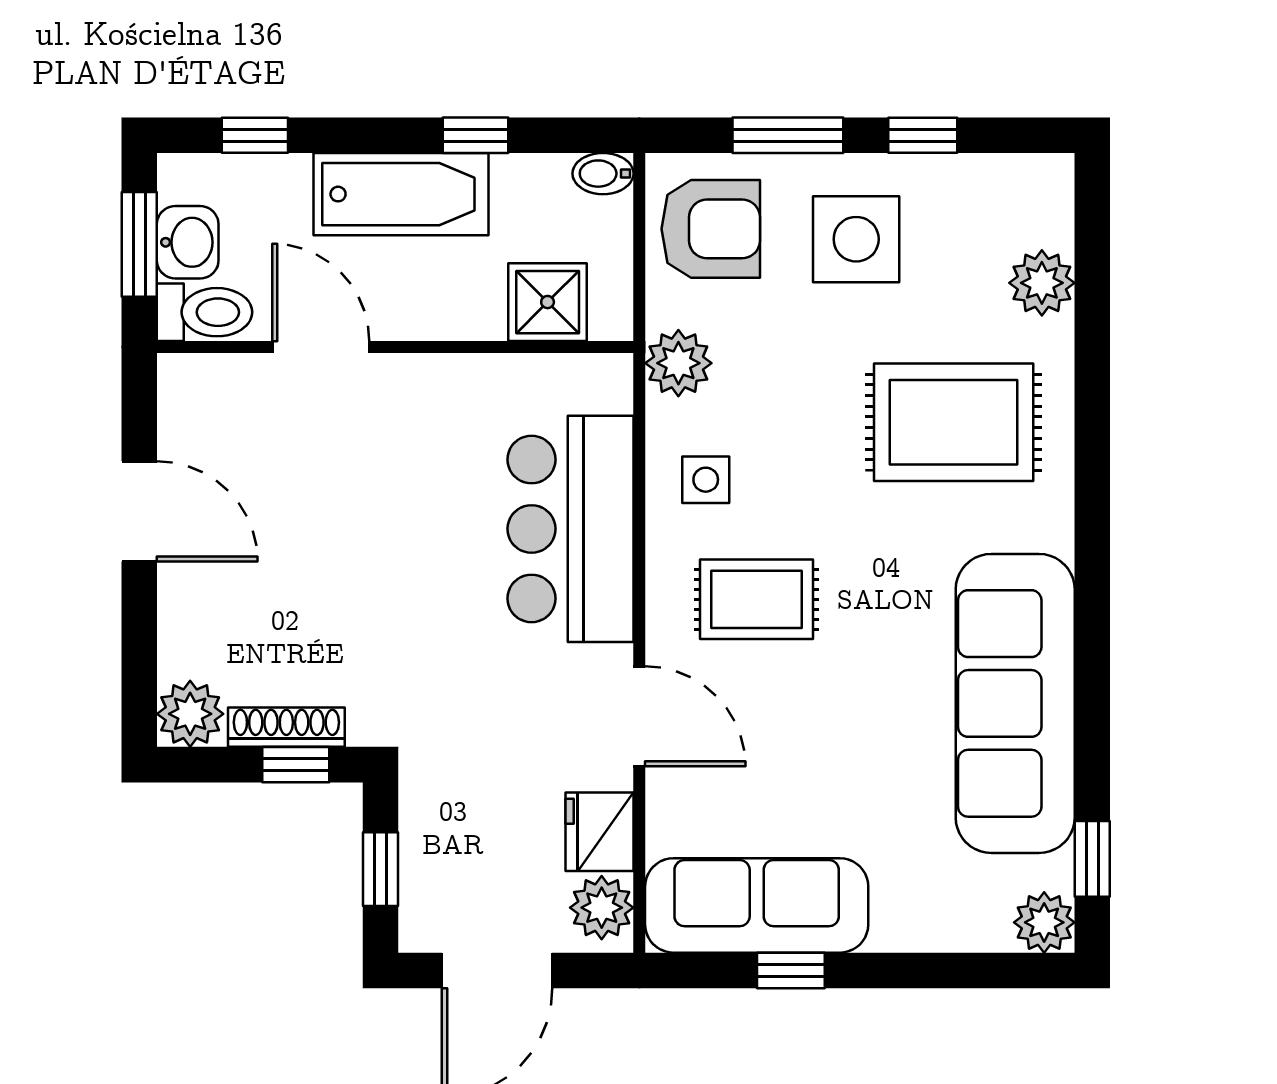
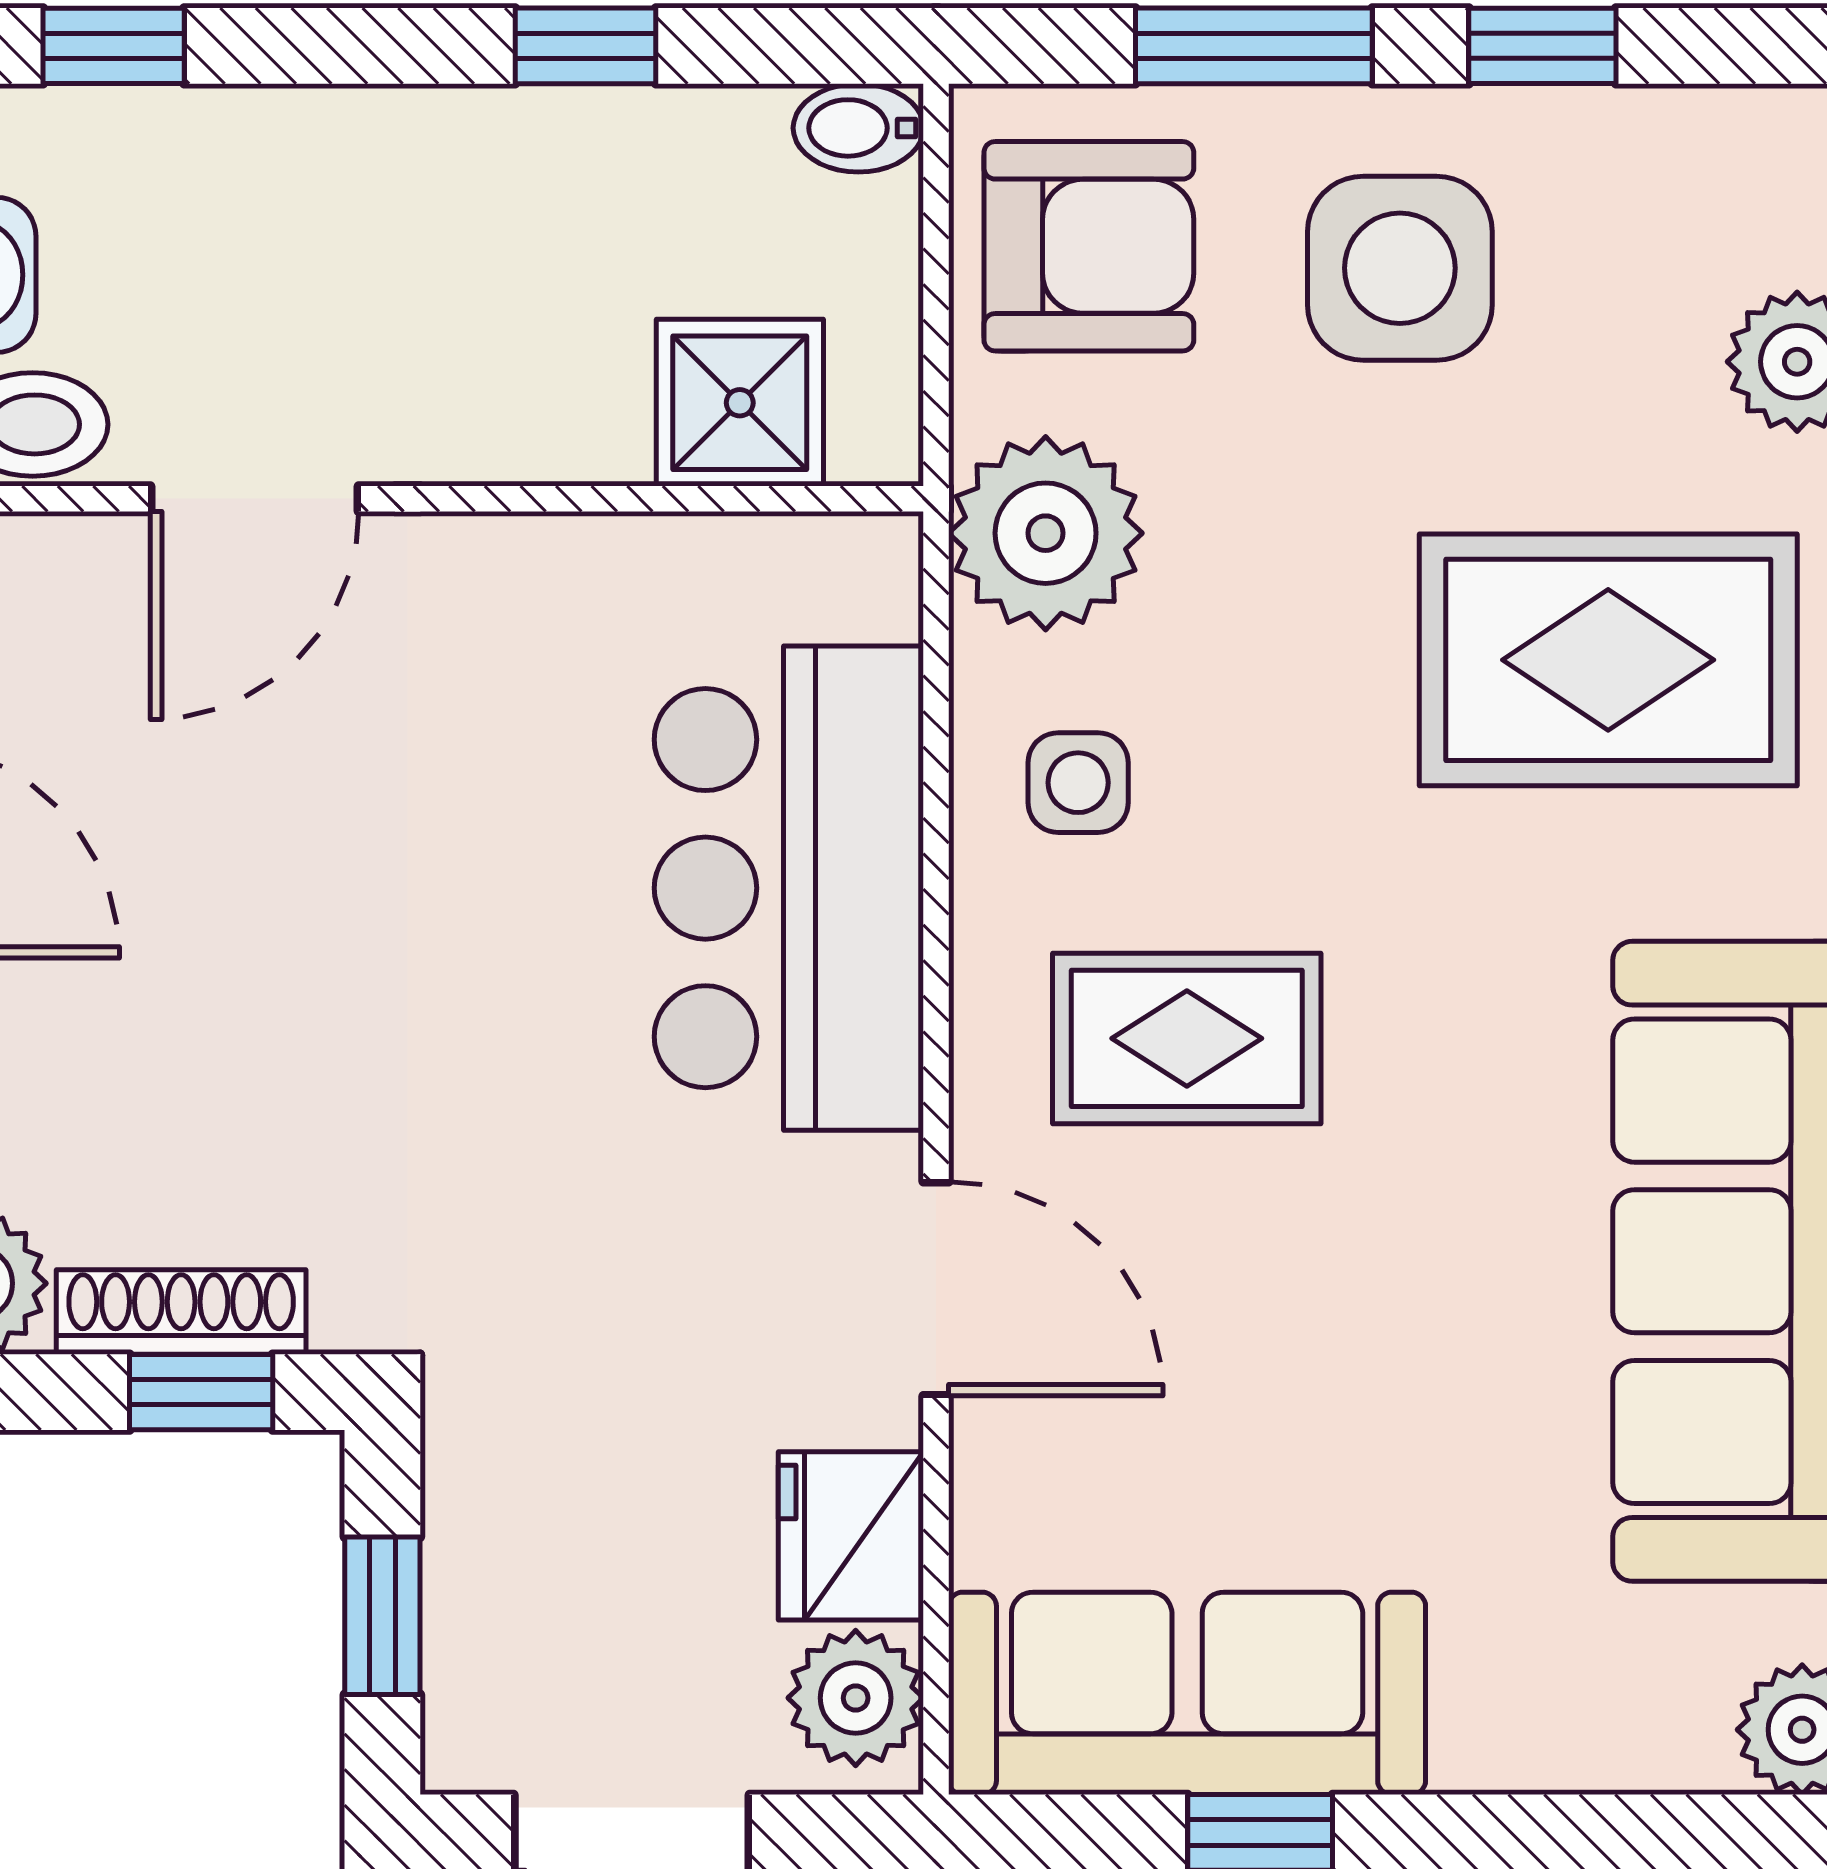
bathtub: (401, 194) -> (426, 172), removed
door: (321, 347) -> (255, 499), swing flipped
plant: (678, 363) -> (1046, 533), width x1.36, depth x1.36

